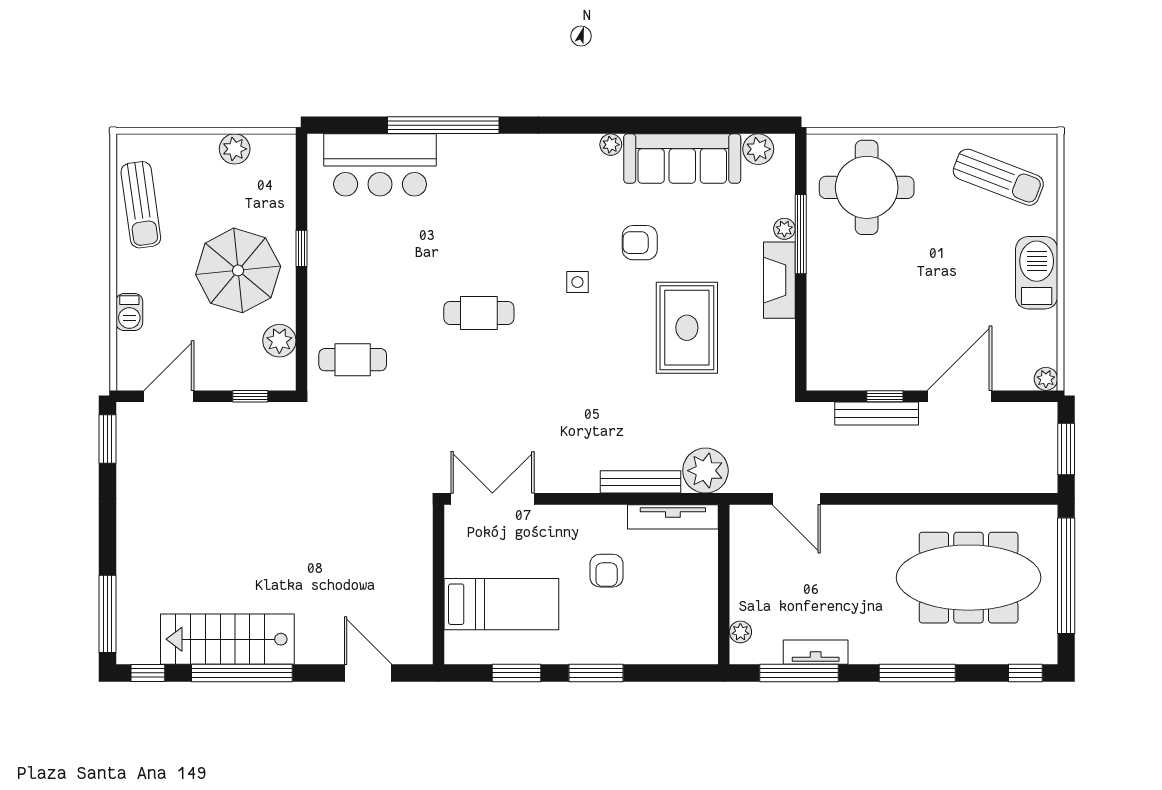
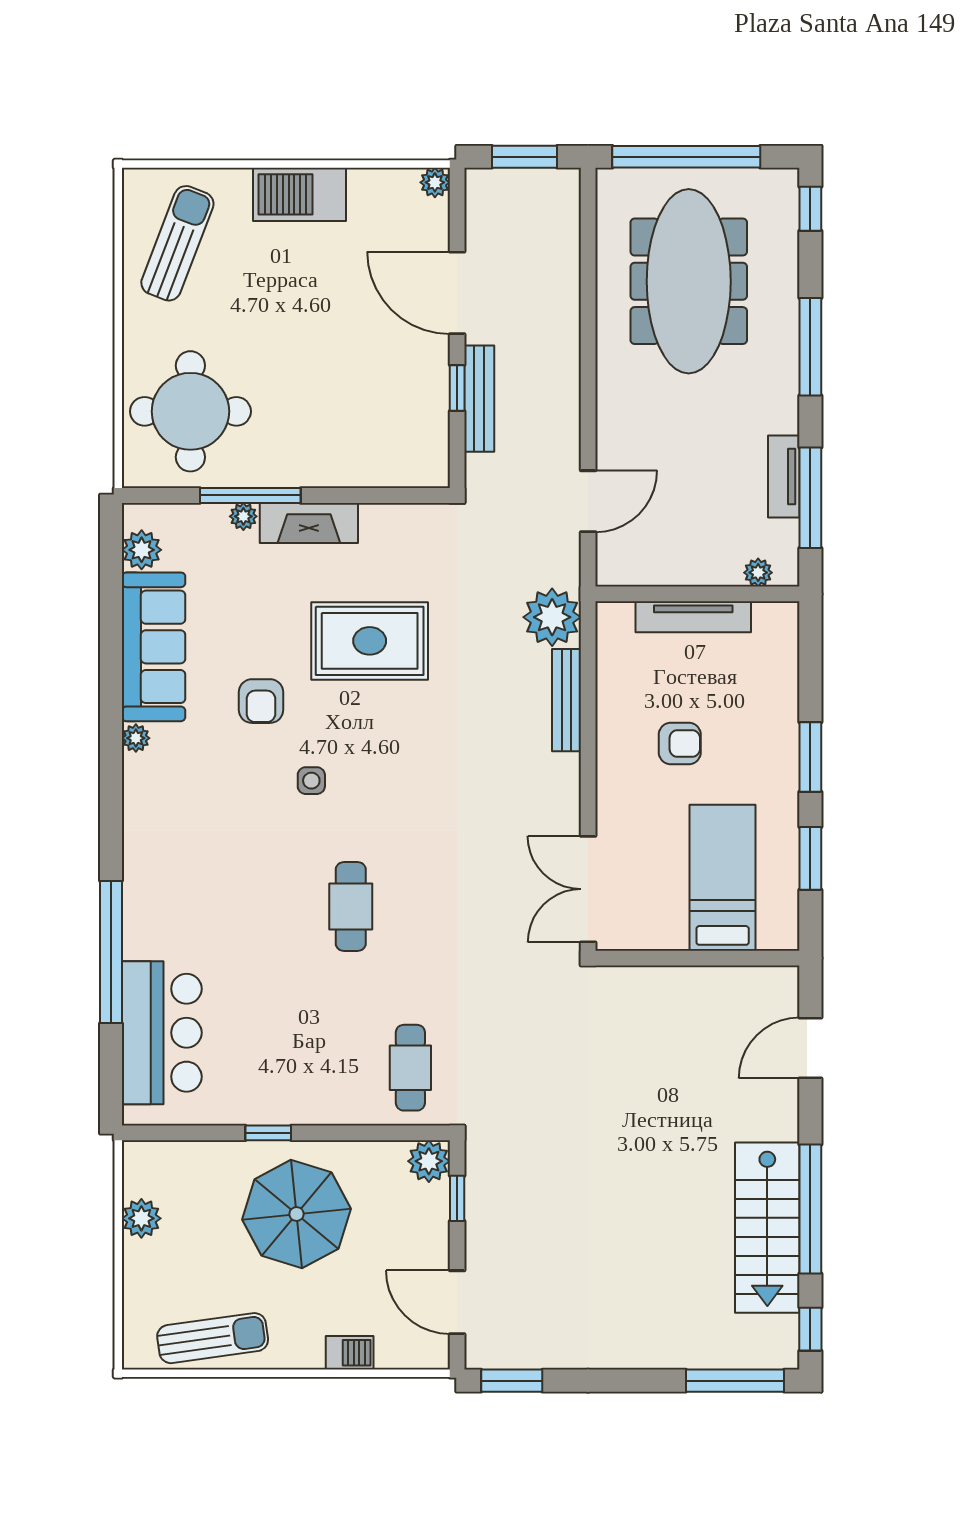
plant: (279, 341) -> (429, 1161), moved
tv unit: (673, 517) -> (693, 617), moved, turned 90

